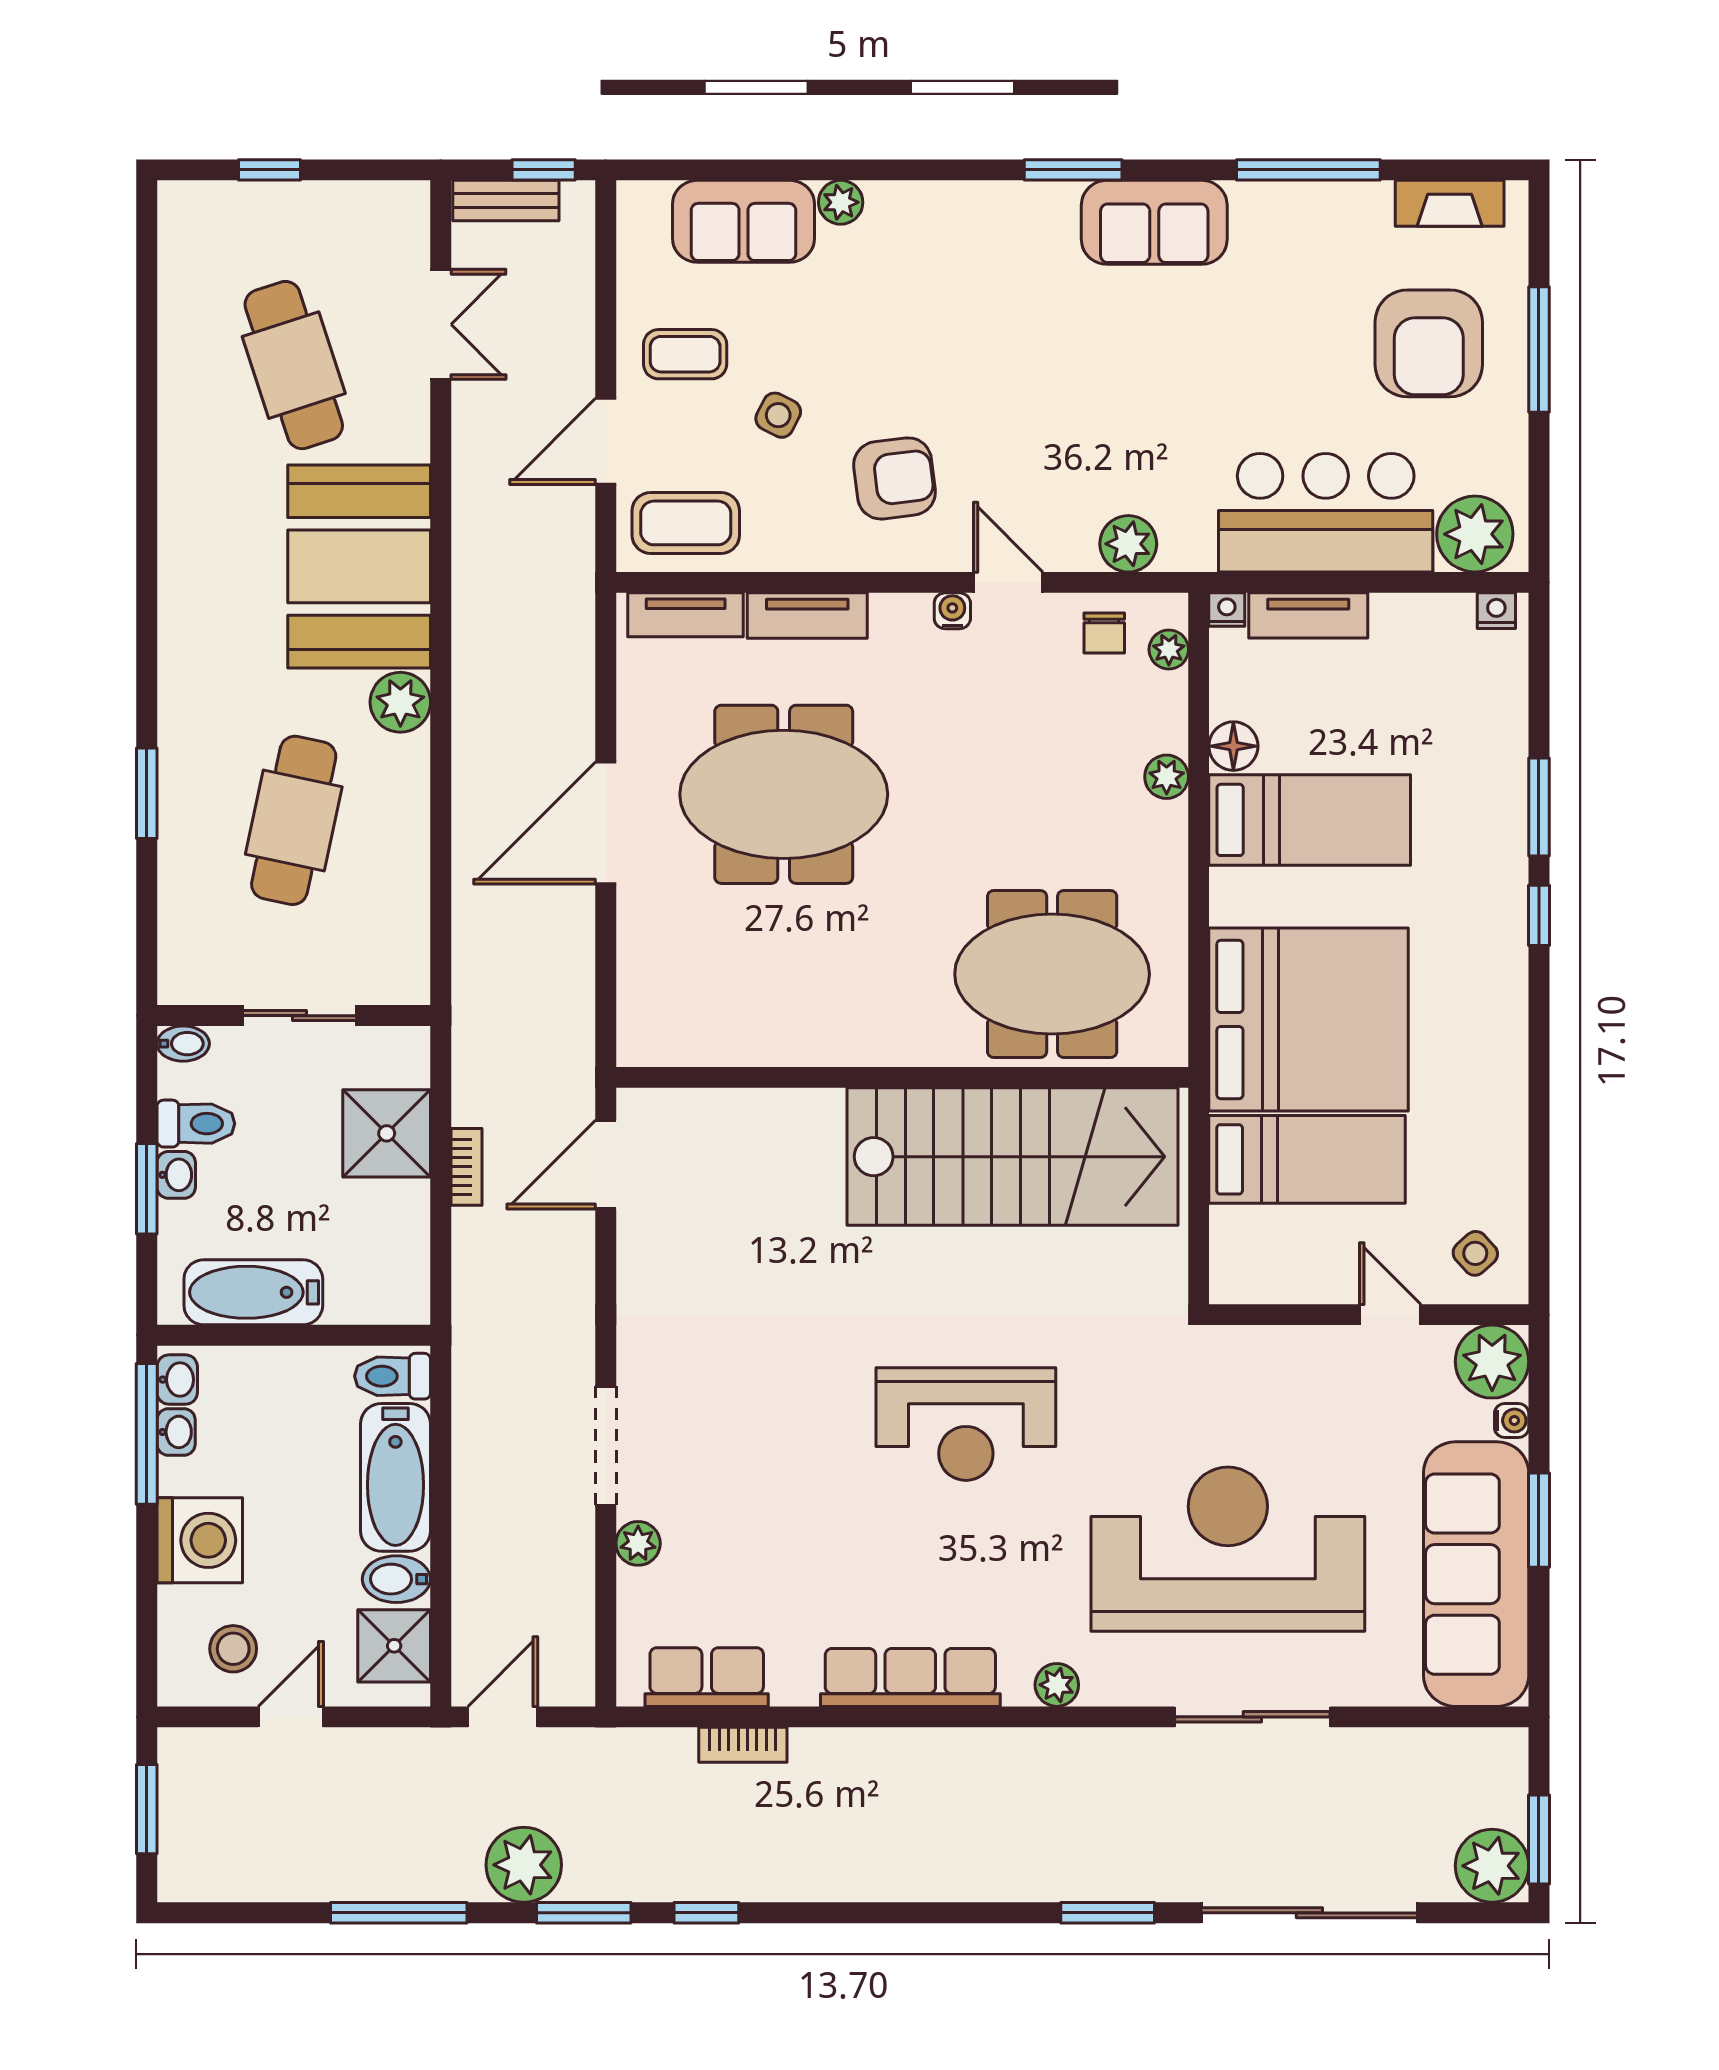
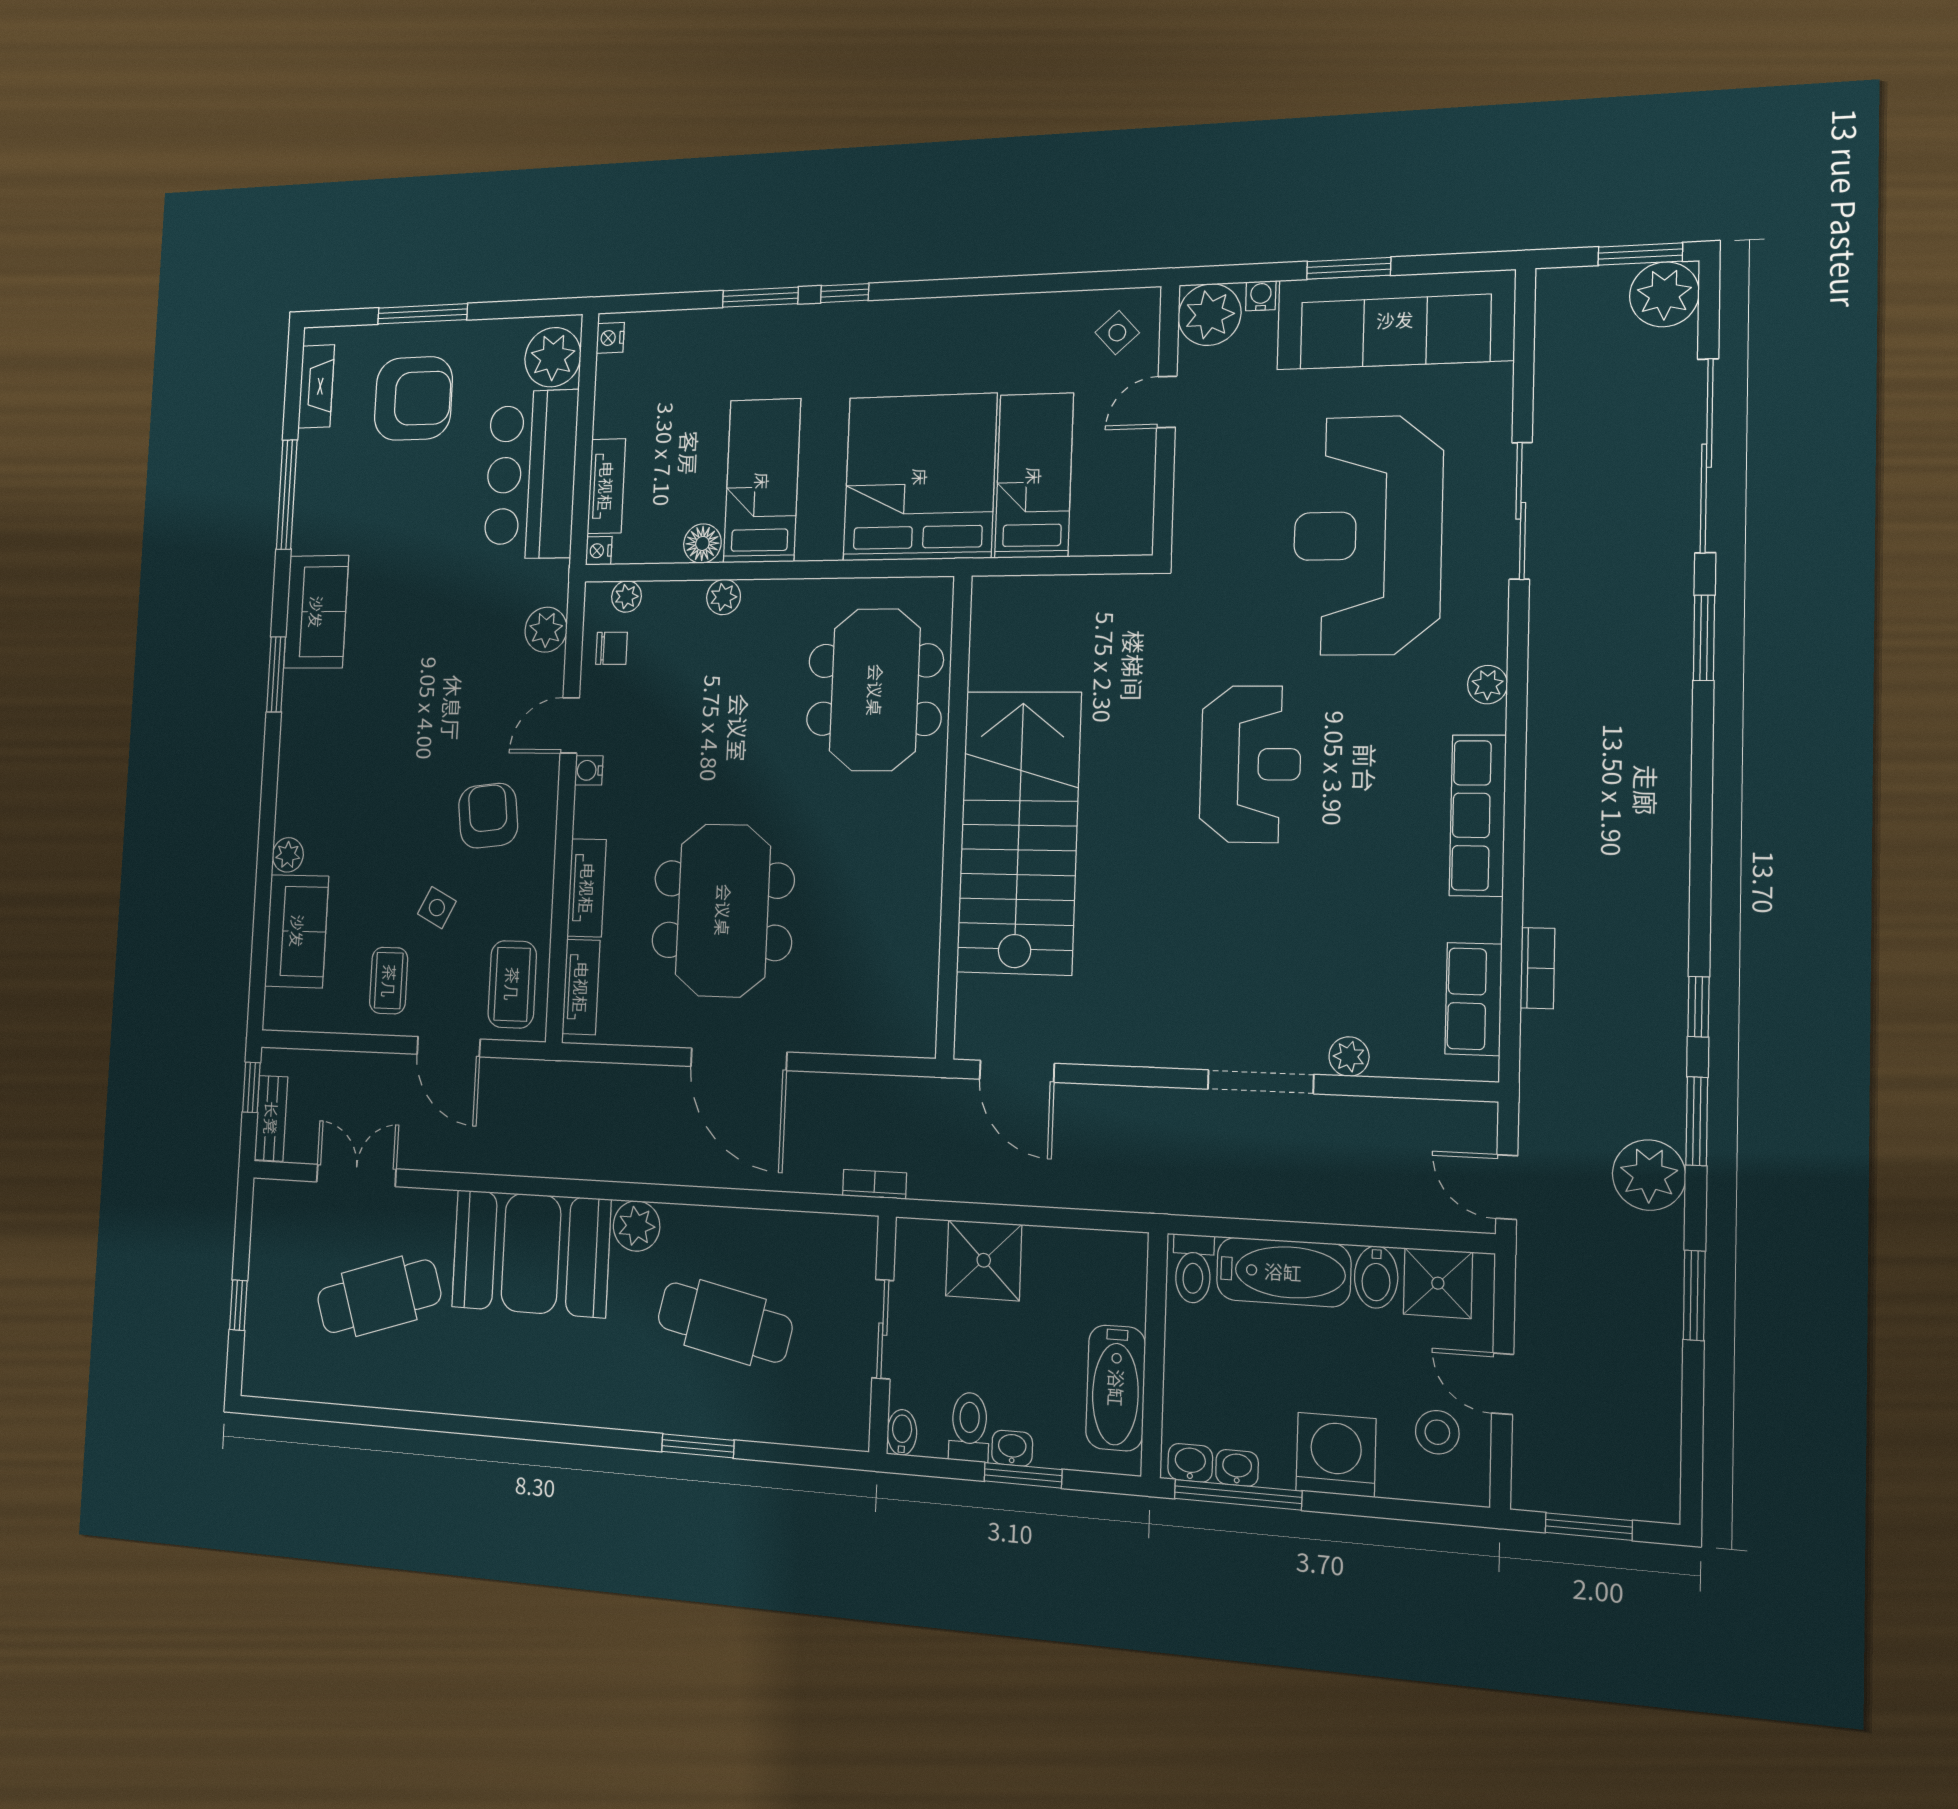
stairs: (1012, 1157) -> (1019, 832), moved
bookcase: (466, 1167) -> (874, 1184), moved
window: (399, 1913) -> (1694, 1295), width x0.69

